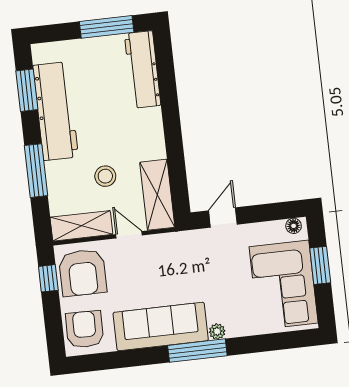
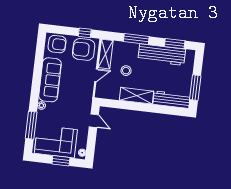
shelving: (157, 195) -> (136, 96), moved
window: (197, 351) -> (31, 125), moved

